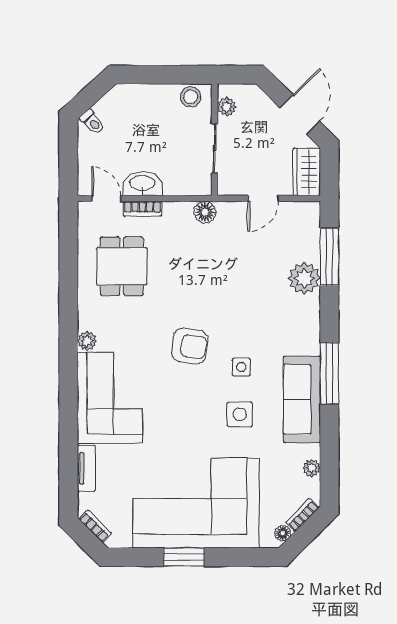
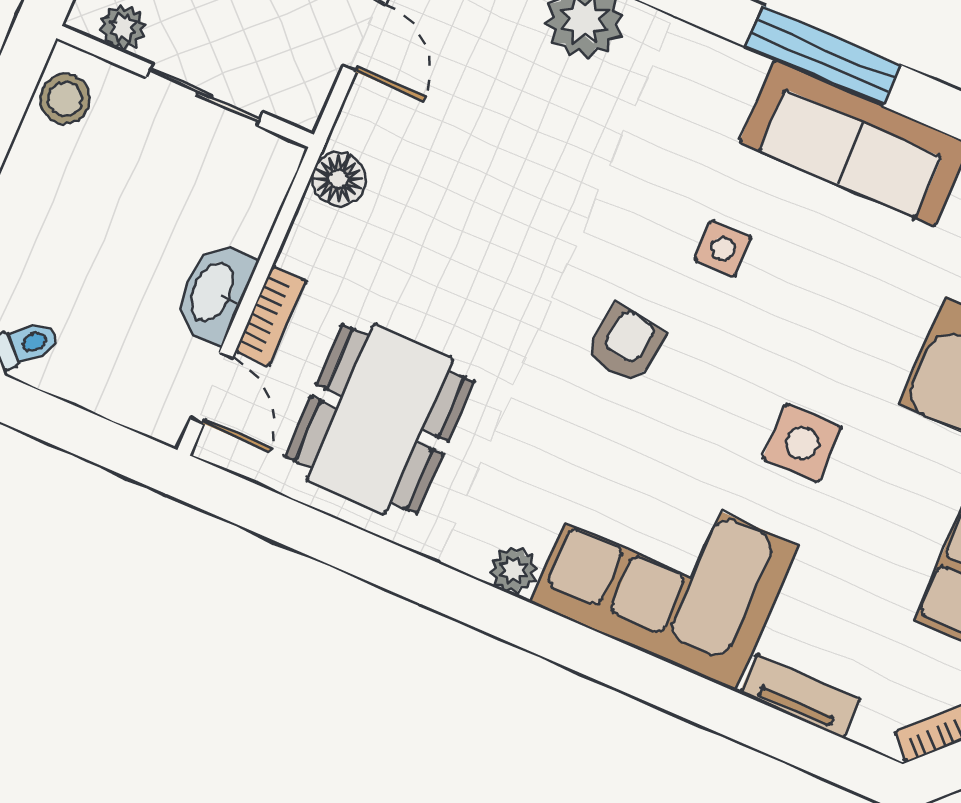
door: (106, 198) -> (211, 388), swing flipped
dining table: (122, 266) -> (380, 419), width x1.38
armchair: (190, 346) -> (625, 344), width x0.72, depth x0.72
side table: (240, 414) -> (802, 443), moved

